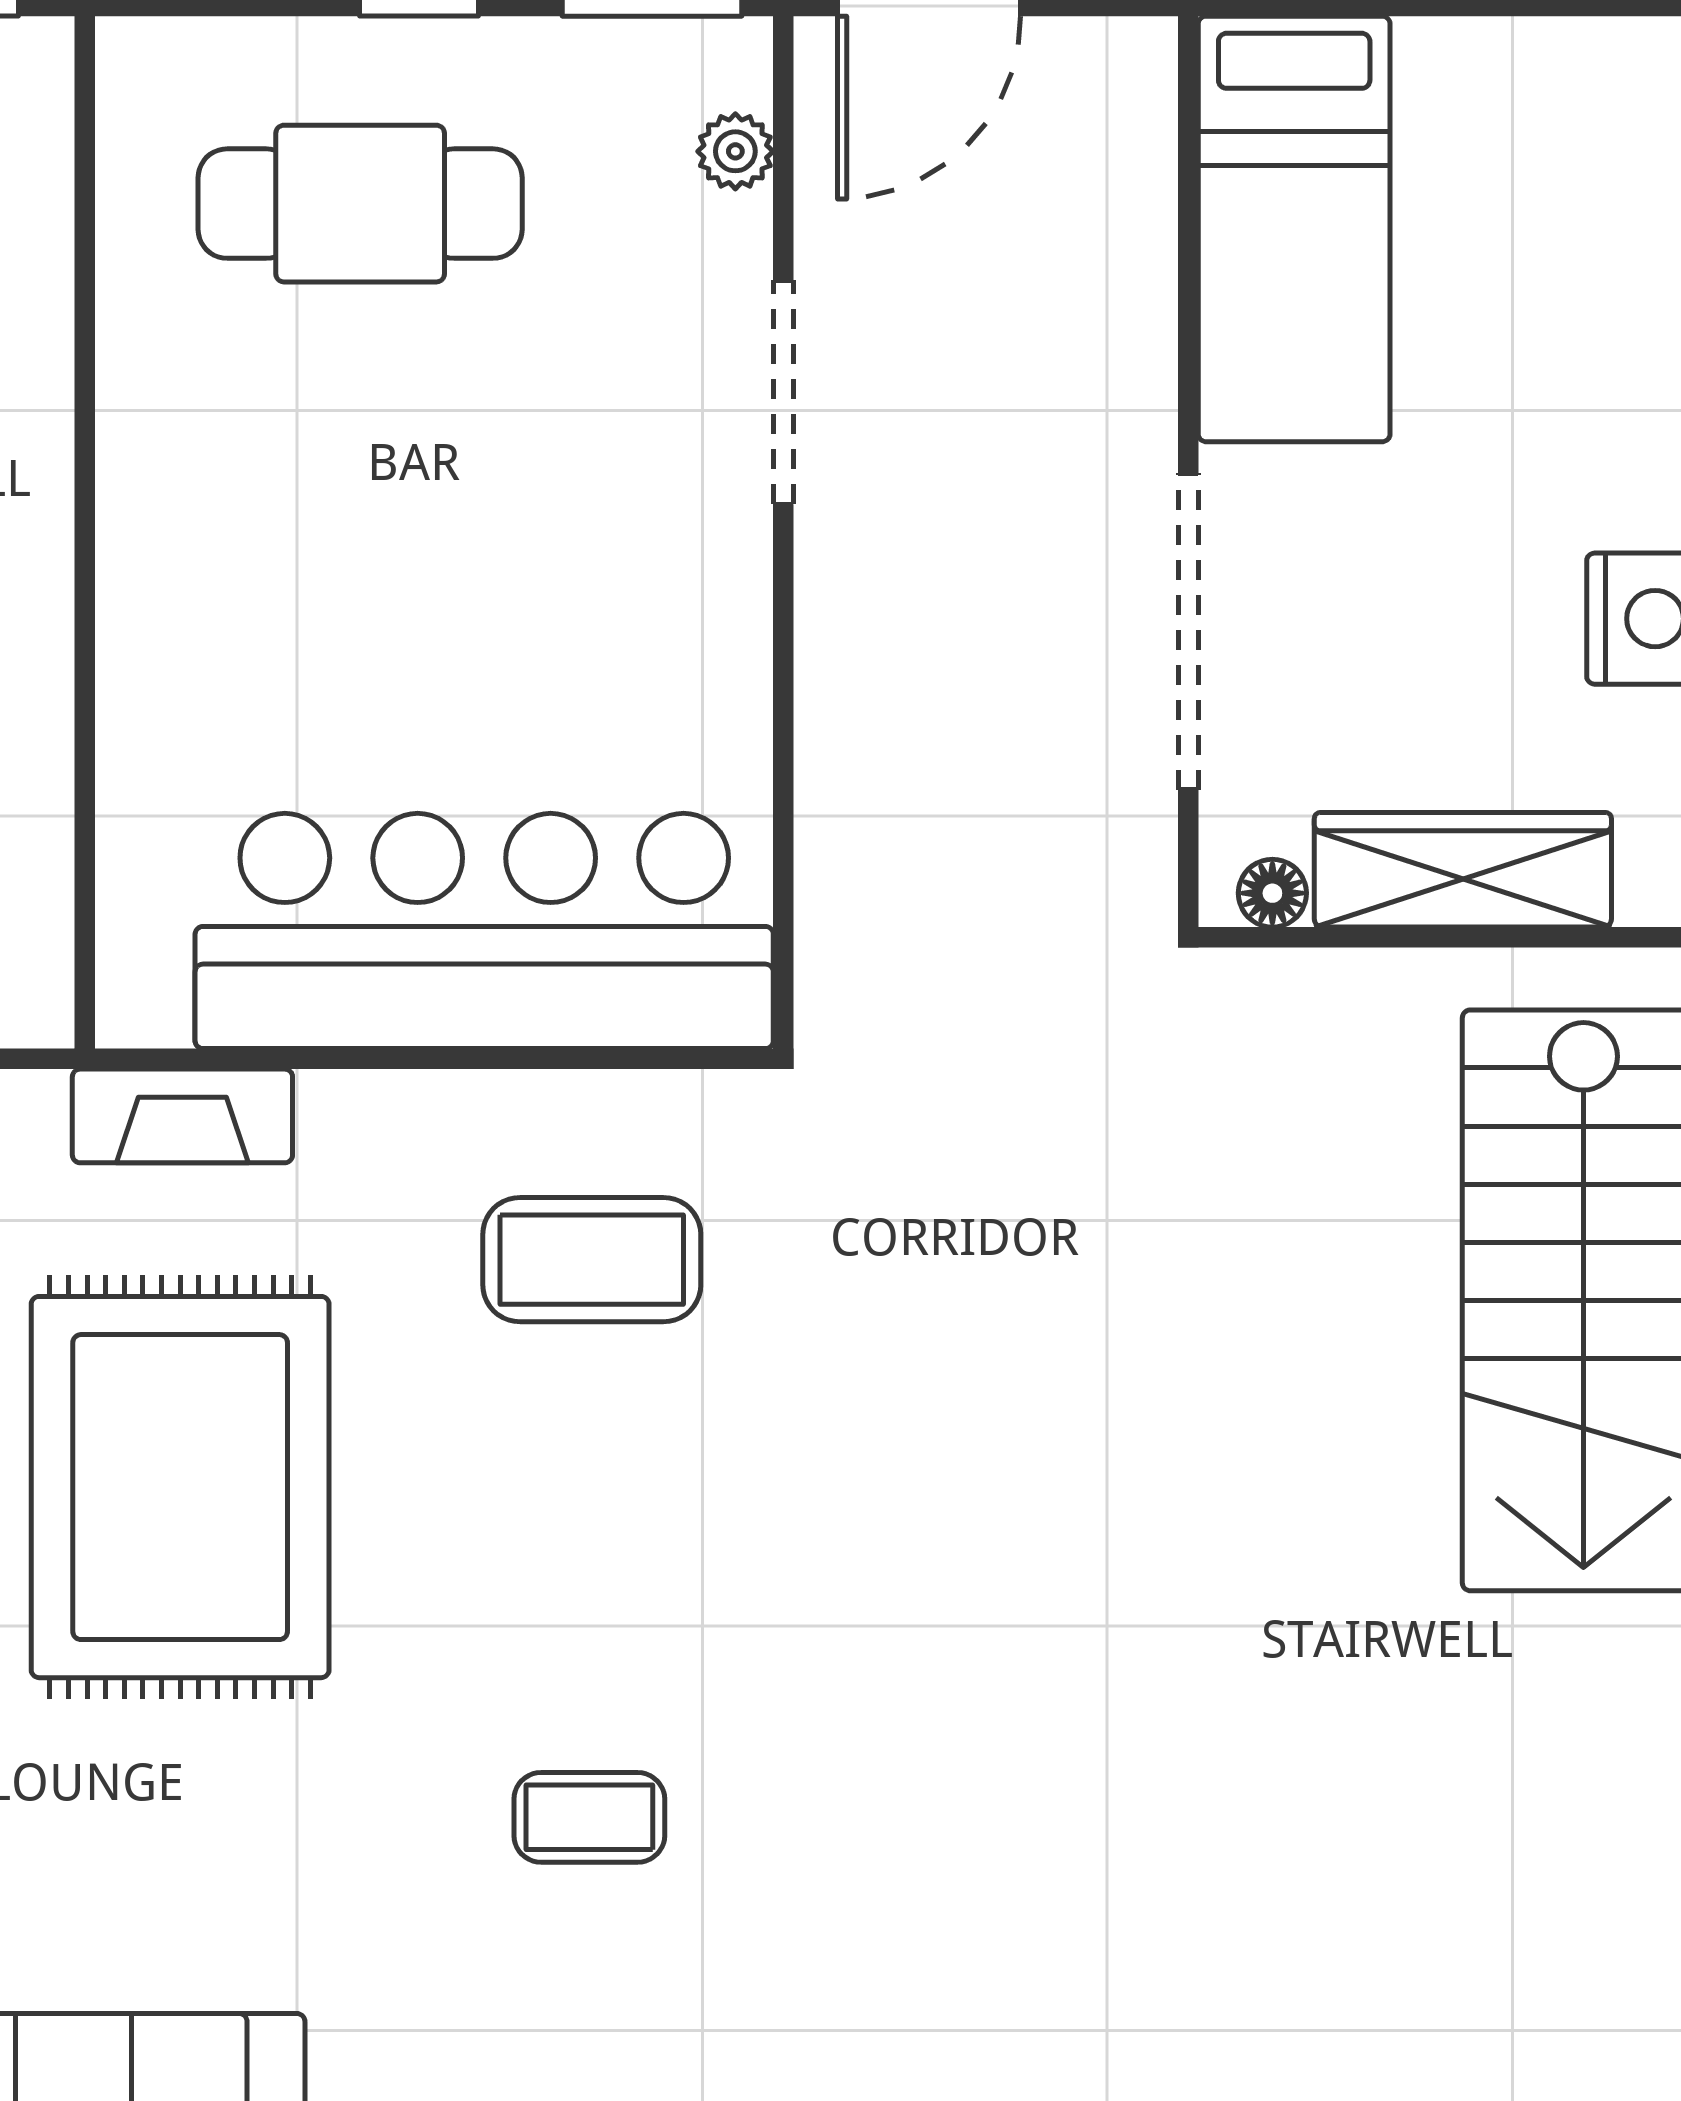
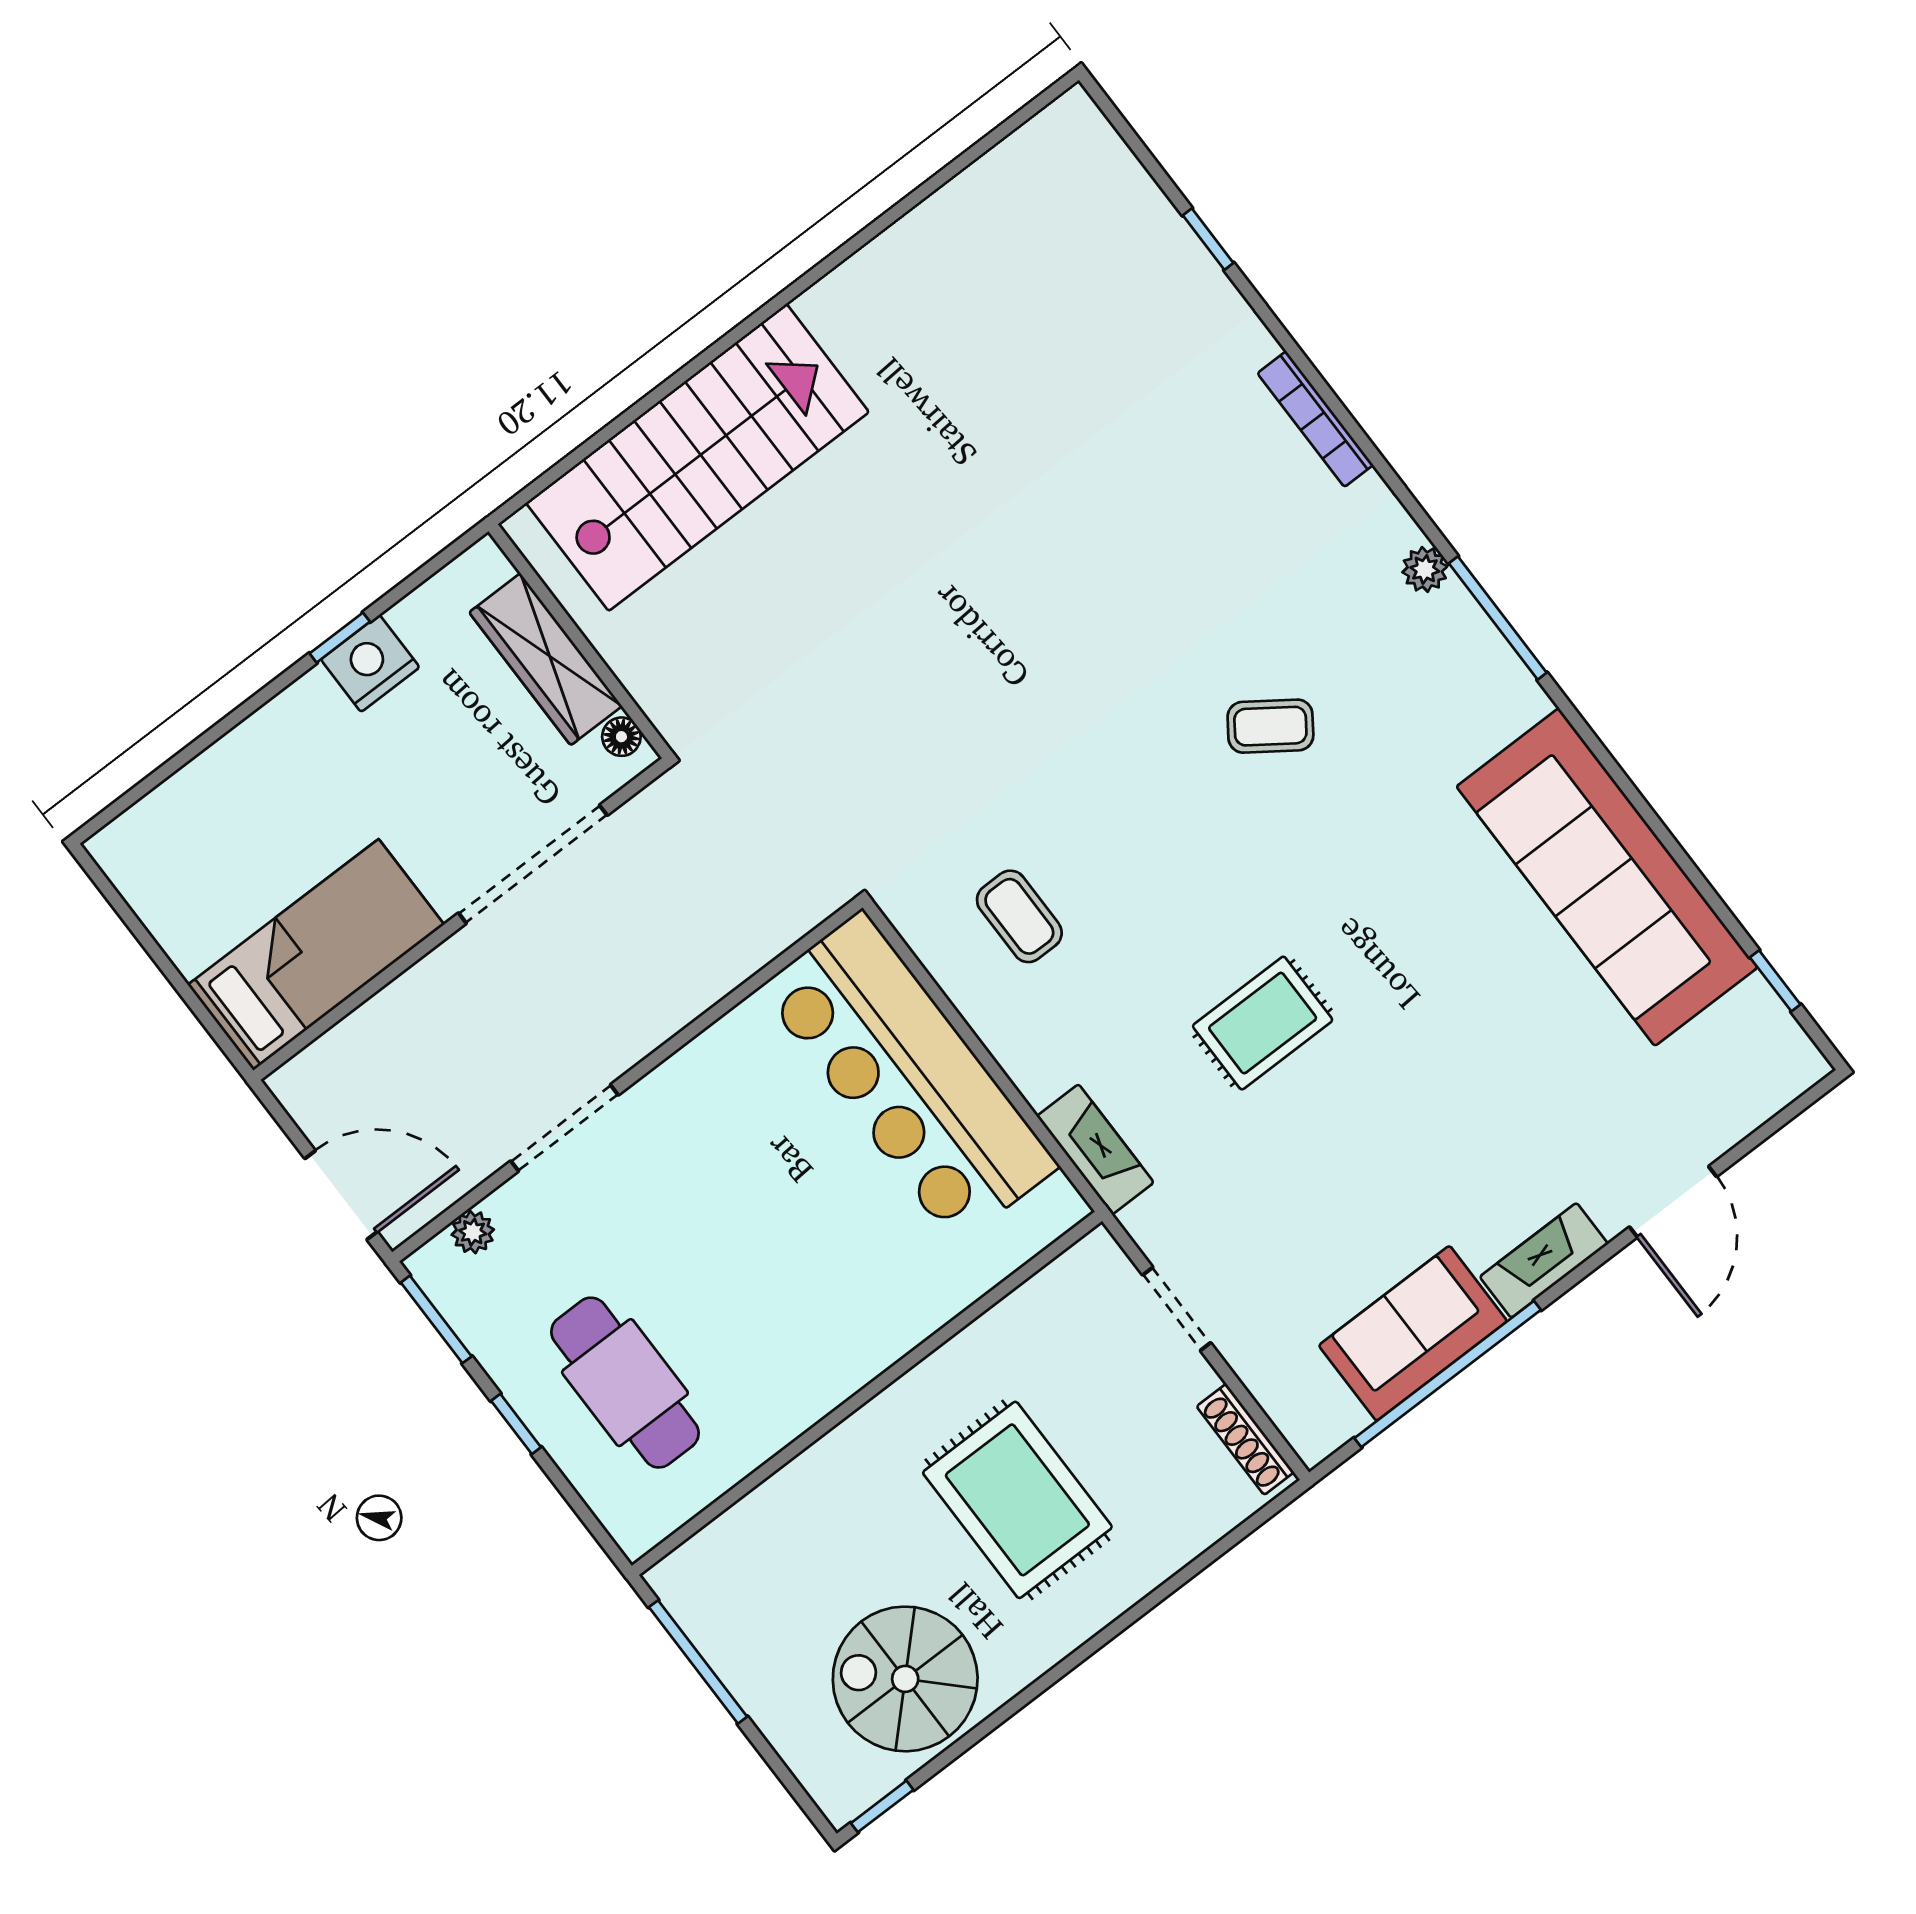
coffee table: (592, 1260) -> (1019, 916), width x0.73, depth x0.77
rug: (180, 1487) -> (1263, 1023), width x0.54, depth x0.49
coffee table: (589, 1817) -> (1270, 726), turned -55

